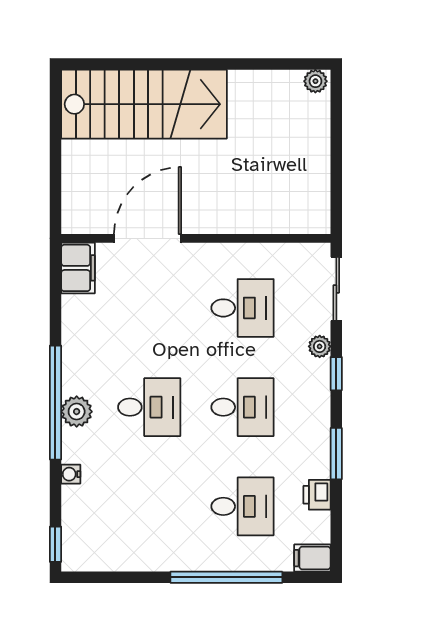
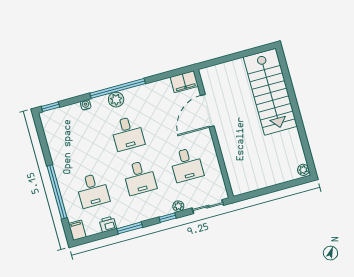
door: (148, 238) -> (207, 111), swing flipped

